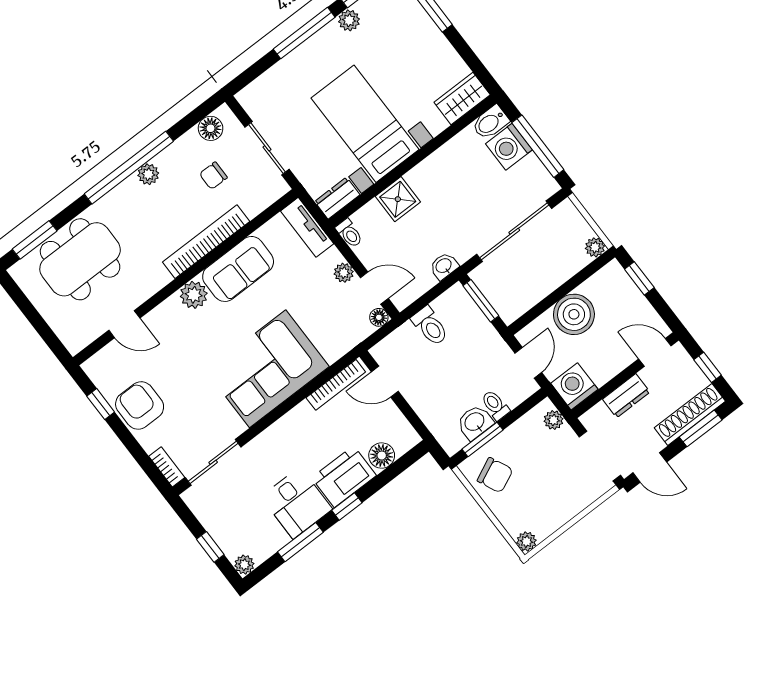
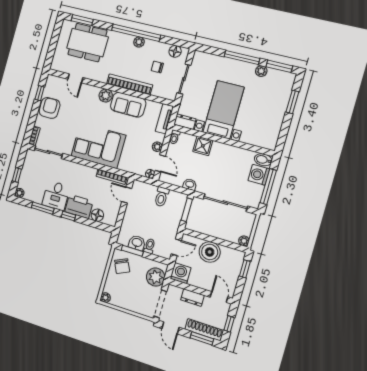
wardrobe: (462, 99) -> (264, 141), removed
plant: (554, 420) -> (156, 277), width x1.88, depth x1.88

